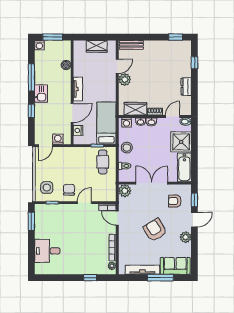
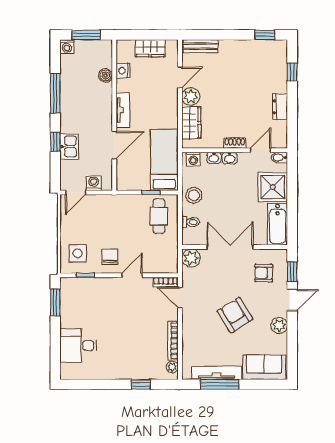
kitchen sink: (41, 94) -> (69, 146), moved
wardrobe: (135, 109) -> (191, 123), moved, turned 90
nightstand: (78, 130) -> (123, 71), moved
window: (160, 278) -> (219, 384), moved

